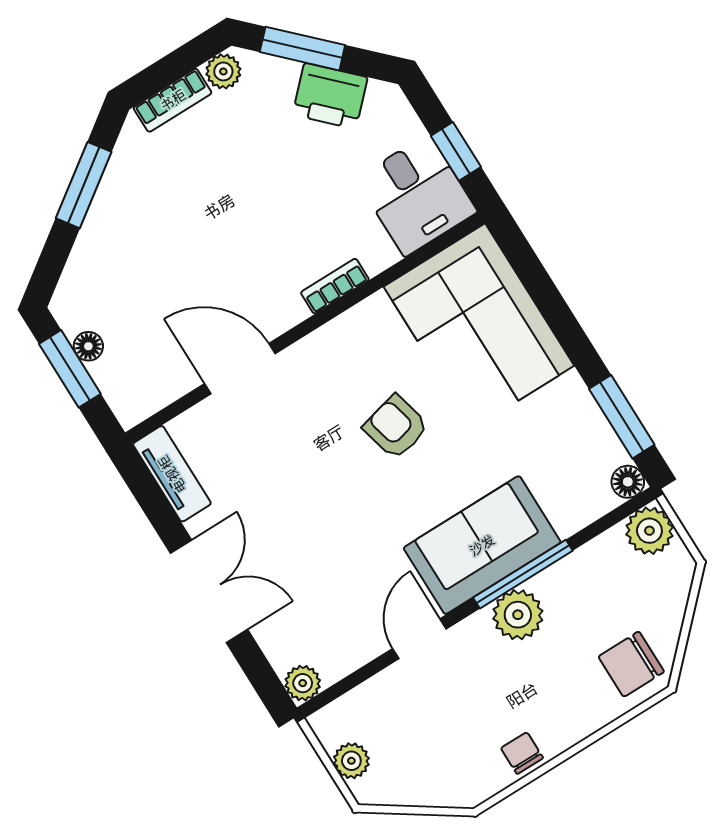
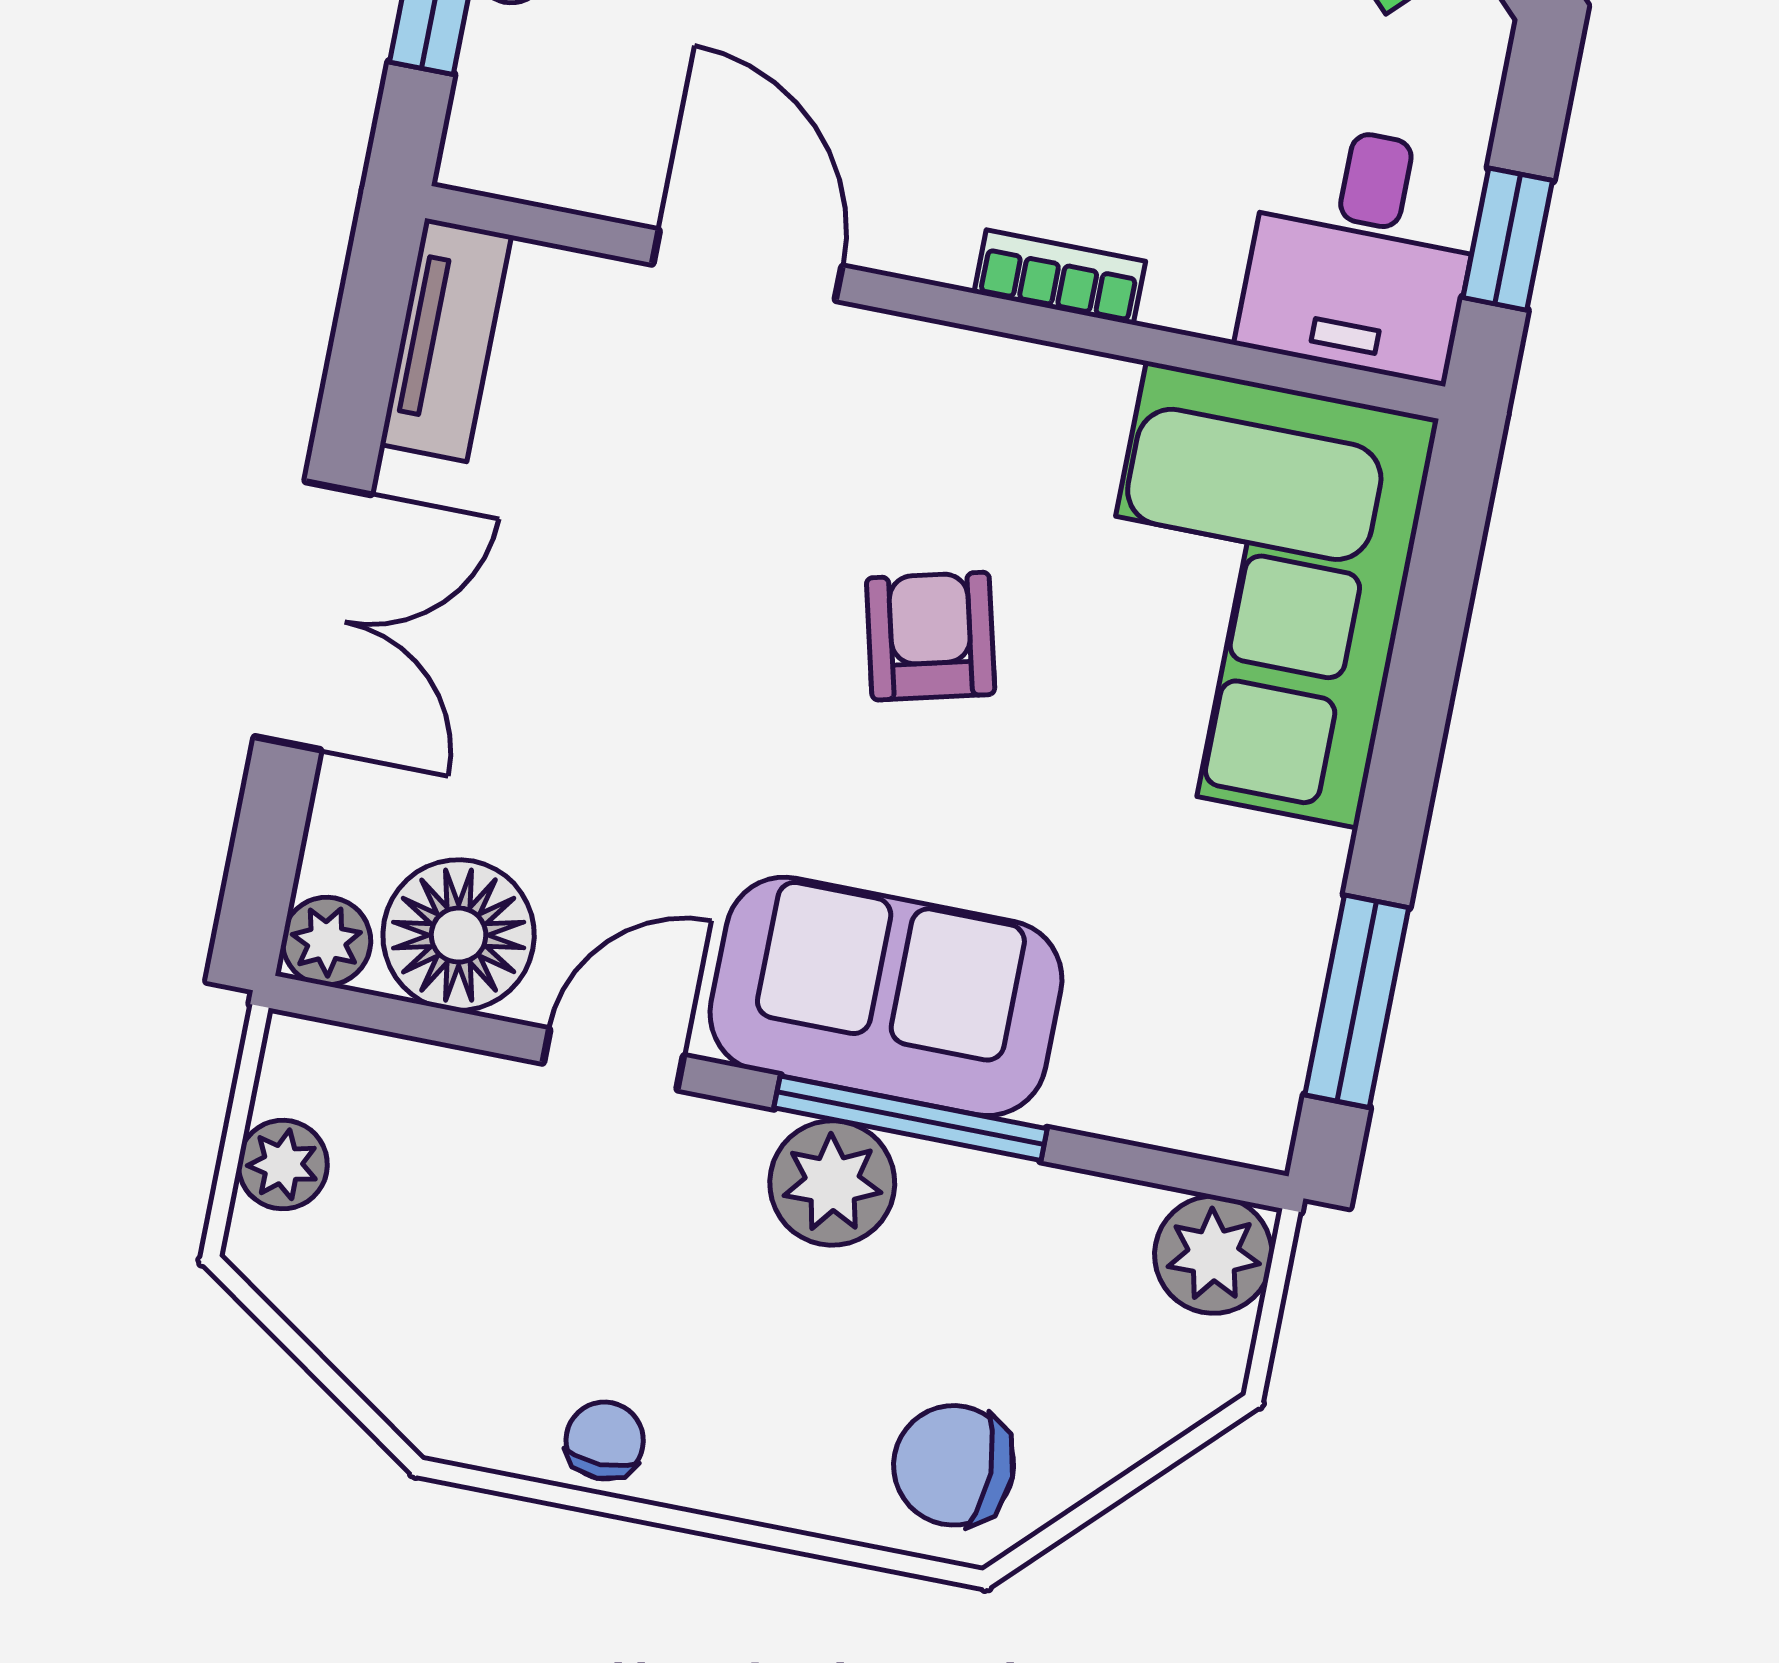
floor lamp: (628, 482) -> (459, 935), moved, width x1.89, depth x1.89

